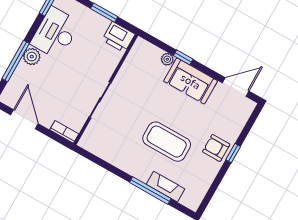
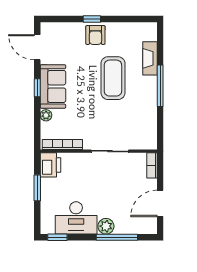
window: (183, 57) -> (37, 88), moved
bookcase: (131, 59) -> (62, 144), added
window: (150, 191) -> (160, 86), moved

